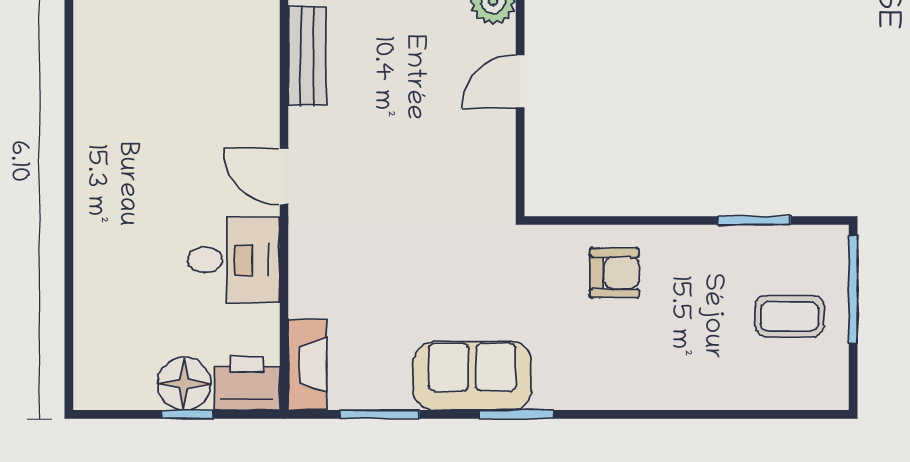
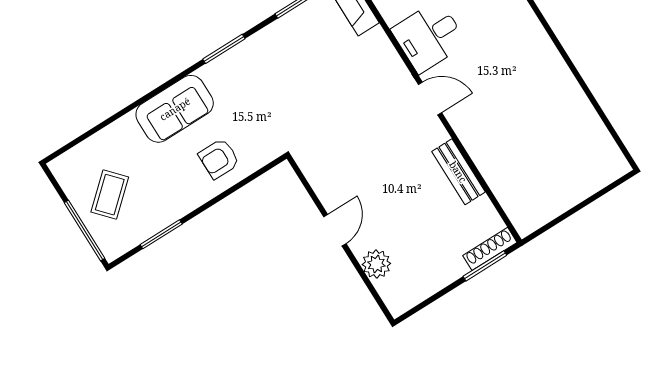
coffee table: (790, 316) -> (110, 195), turned -42
sofa: (472, 376) -> (175, 109), moved

